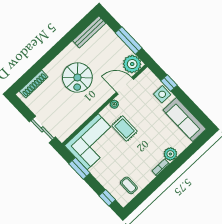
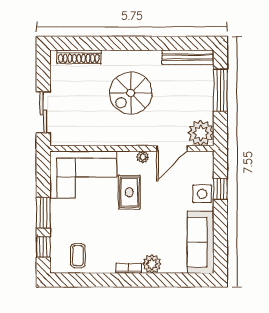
window: (129, 40) -> (220, 90), moved
door: (125, 86) -> (172, 148), swing flipped
window: (79, 168) -> (43, 213), moved

